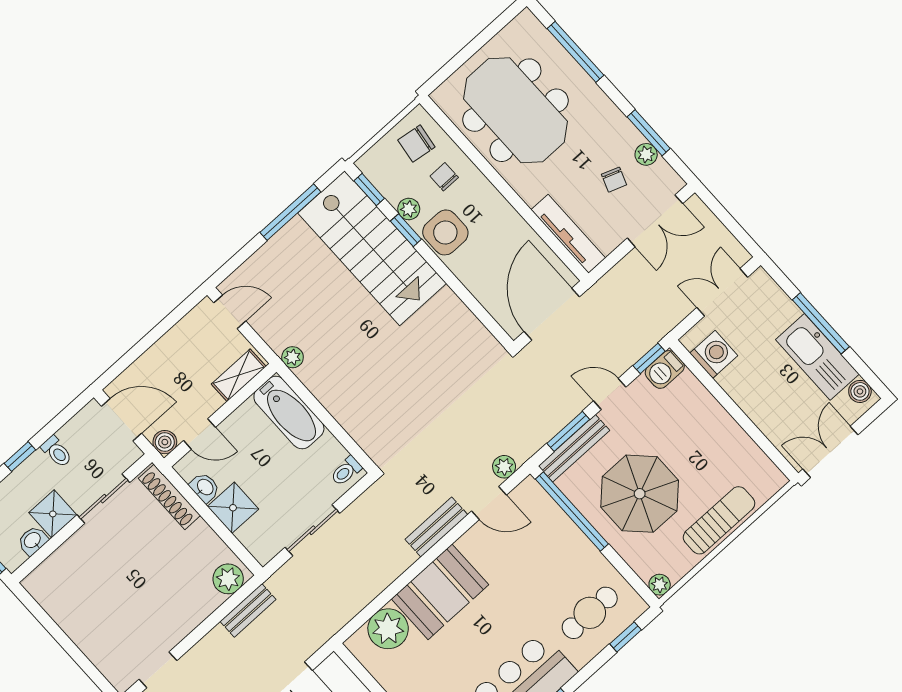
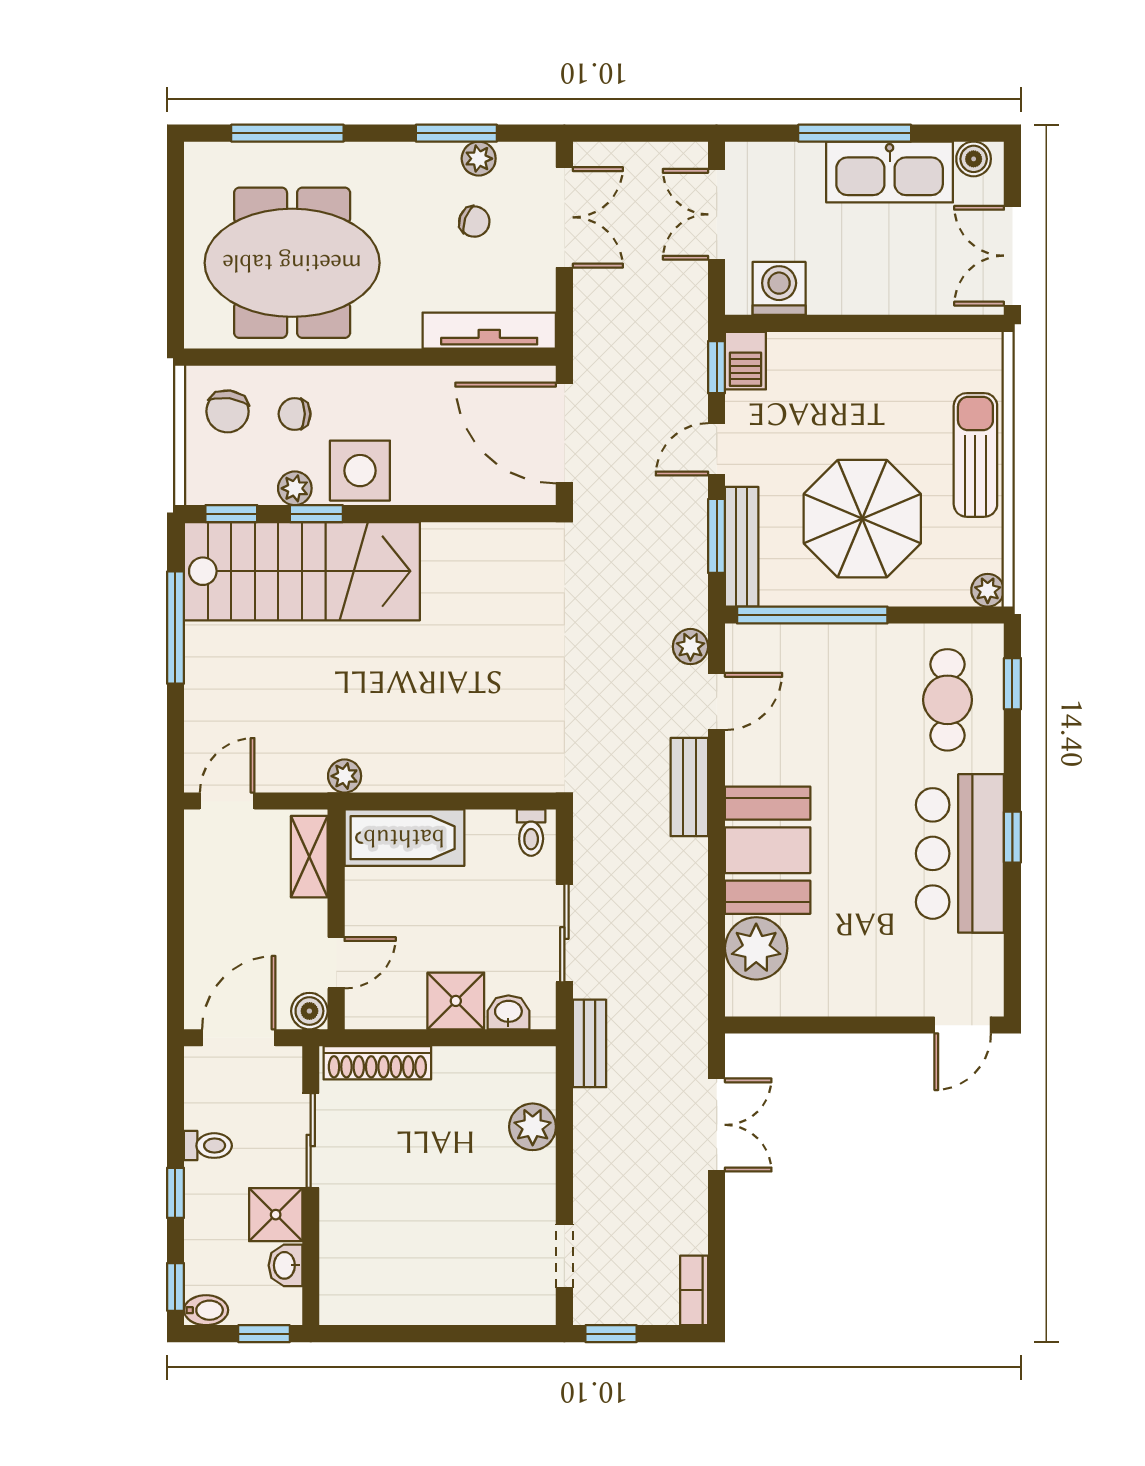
washbasin: (205, 487) -> (508, 1012), moved
plant: (228, 579) -> (533, 1127), moved
bench: (248, 610) -> (590, 1043), moved

